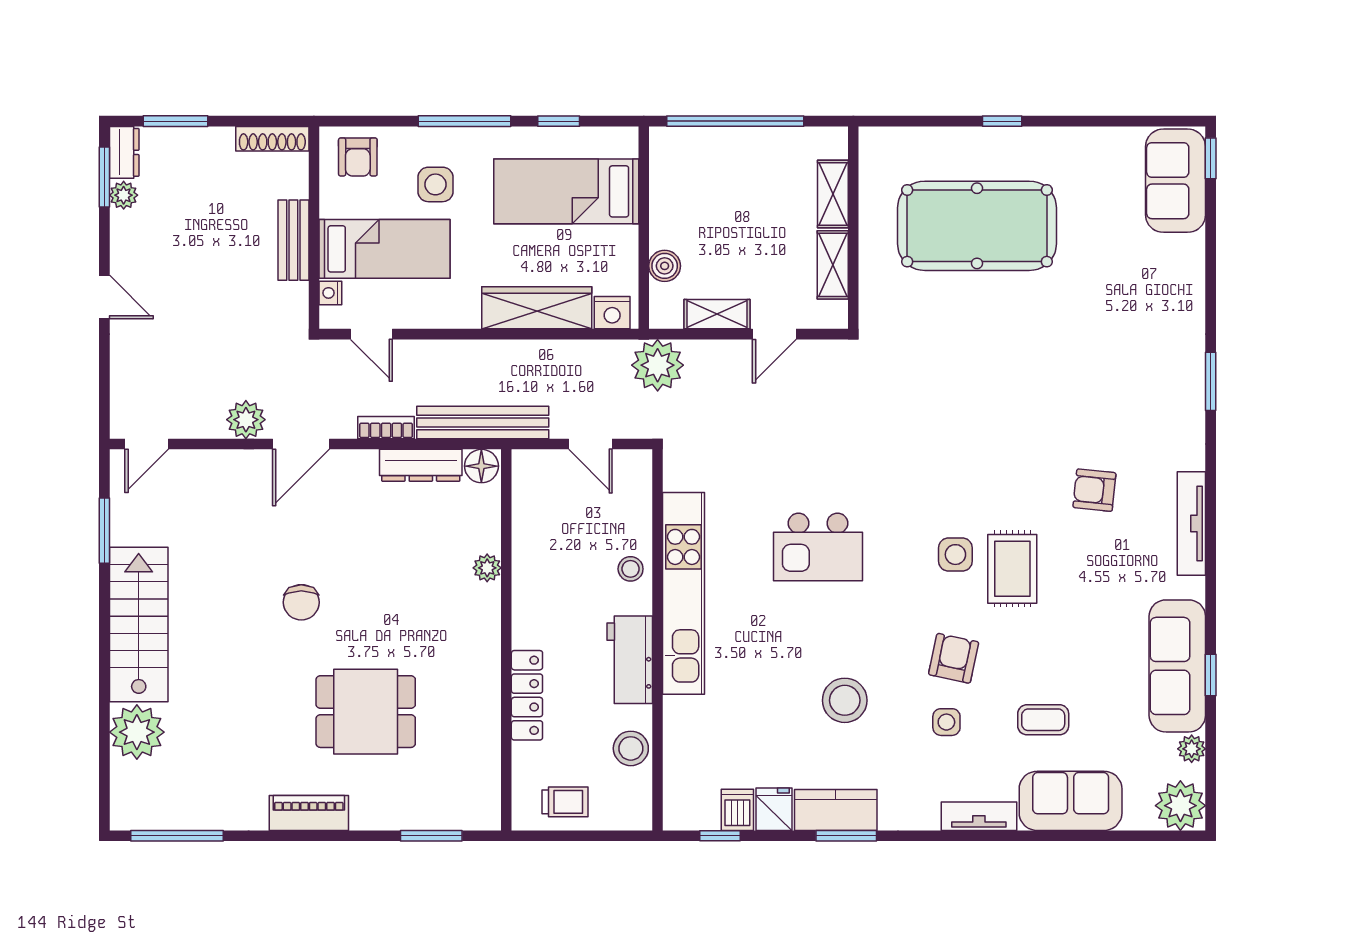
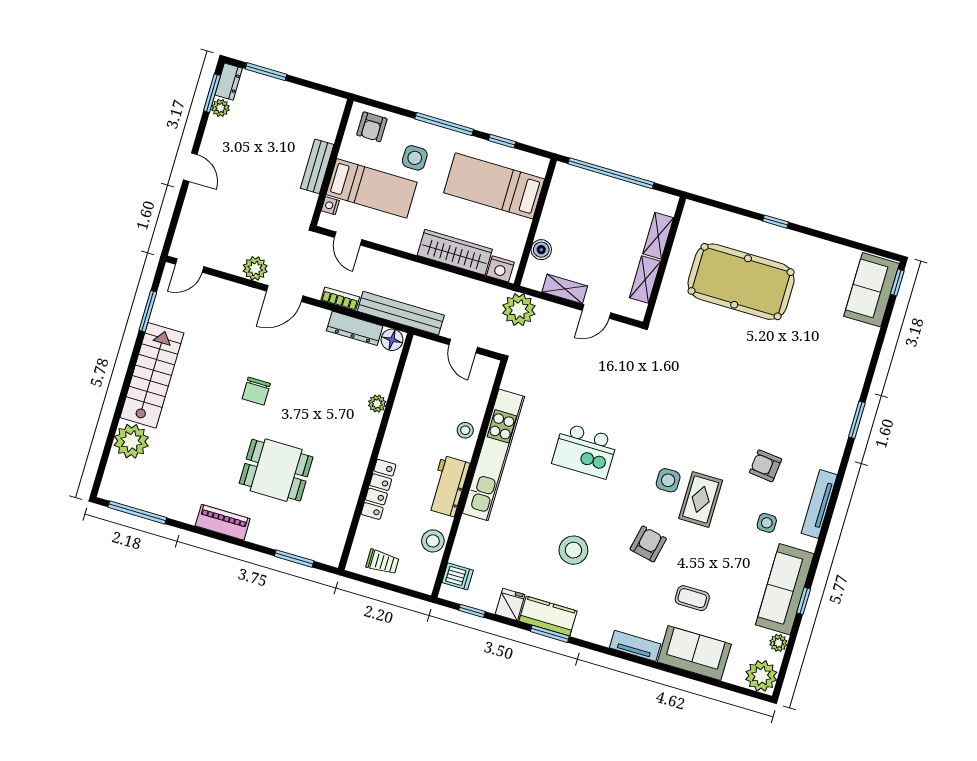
shoe rack: (272, 139) -> (322, 100), removed
side table: (946, 722) -> (767, 523), moved
dishwasher: (737, 810) -> (458, 576), moved, turned 90

